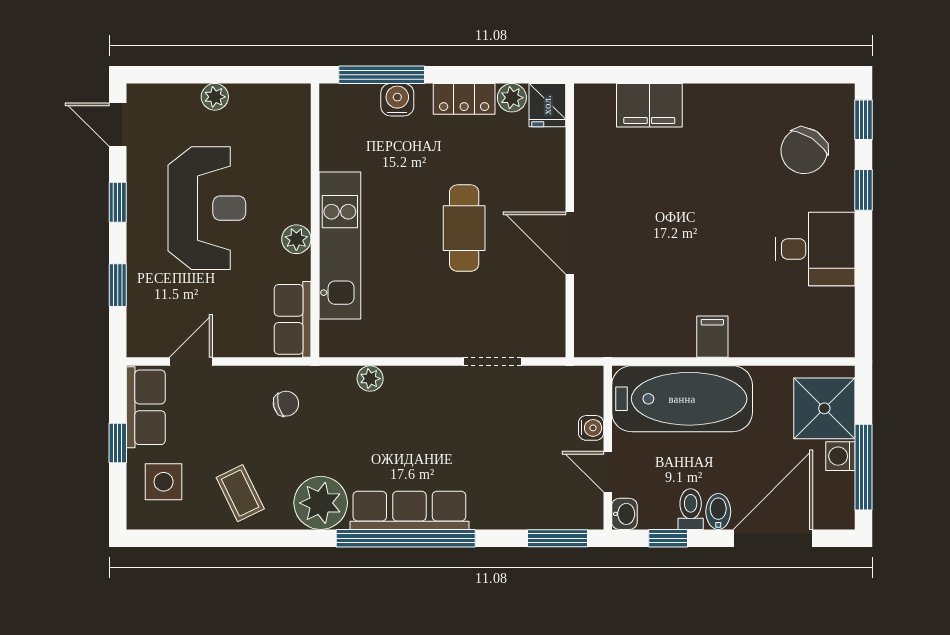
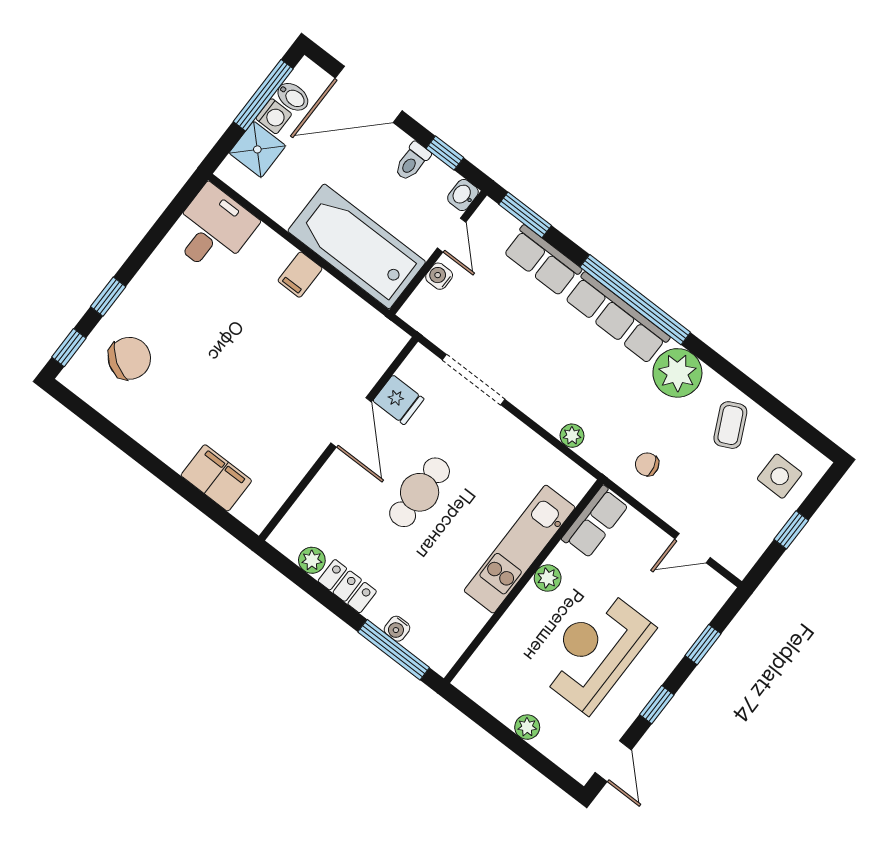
water cooler: (397, 100) -> (397, 629), width x0.72, depth x0.72
fridge: (547, 105) -> (398, 400), moved, turned 90
desk: (815, 249) -> (213, 229), moved, turned 90
doorway: (492, 362) -> (474, 380), width x1.38
row of seats: (146, 407) -> (542, 261), moved, turned -90
shower: (824, 408) -> (257, 149), width x0.73, depth x0.73
bidet: (718, 512) -> (293, 97), moved, turned -90

